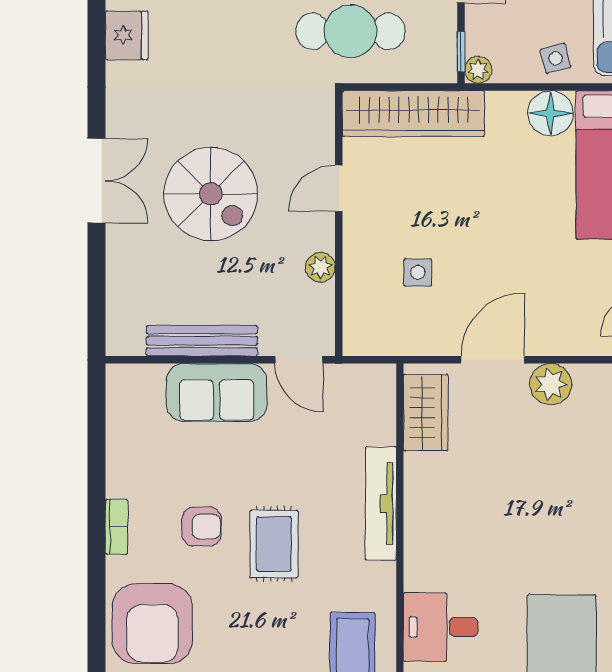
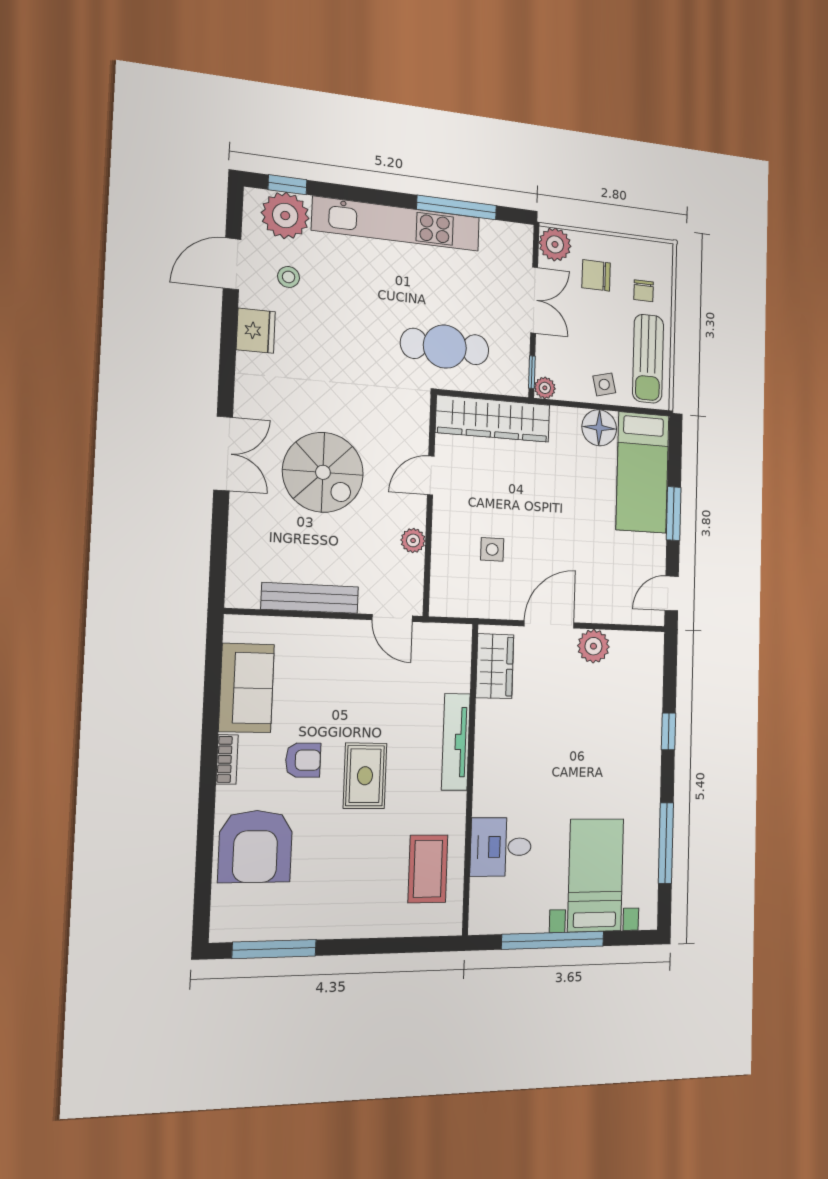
sofa: (217, 392) -> (246, 688), moved, turned -90

